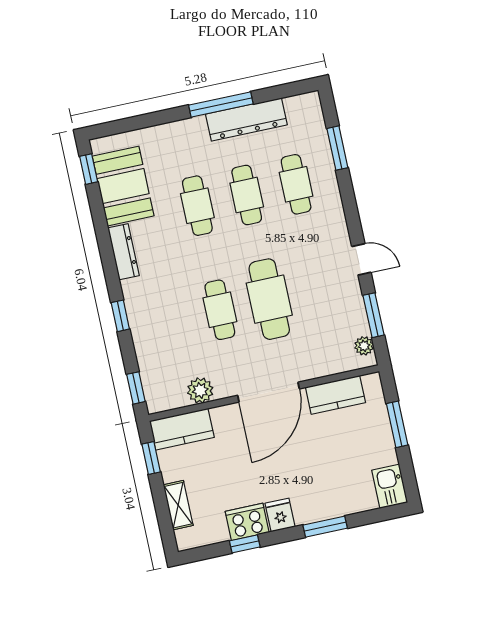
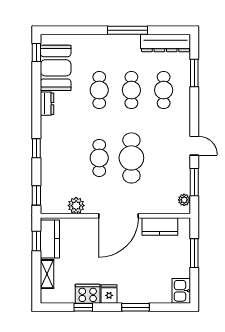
dresser: (246, 119) -> (166, 43), moved
dresser: (123, 252) -> (47, 104), width x0.70
kitchen counter: (182, 429) -> (50, 239), moved, turned -90

